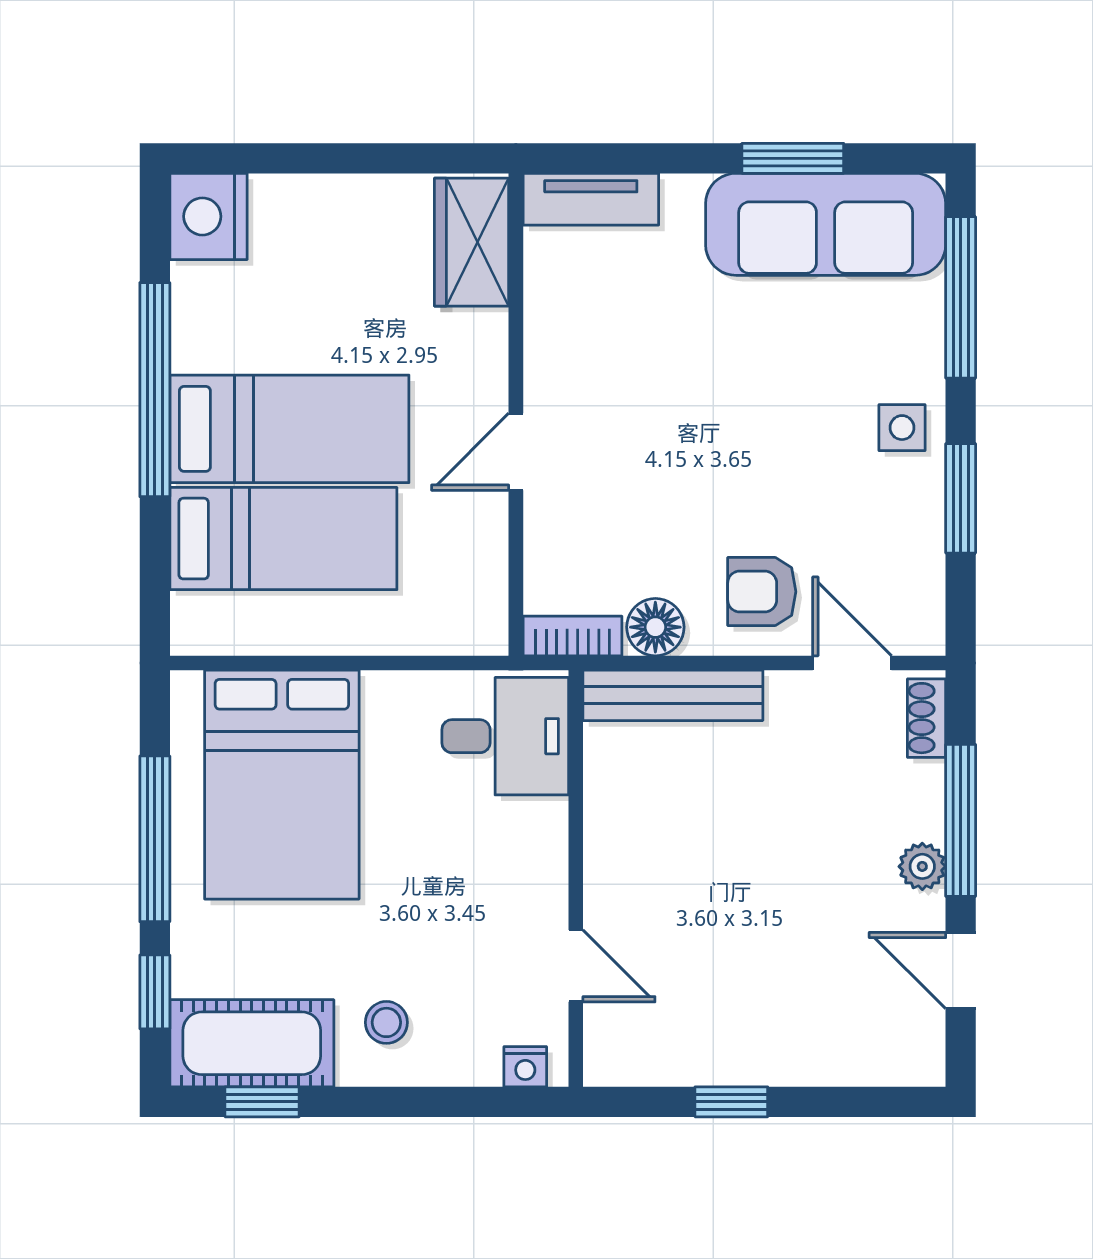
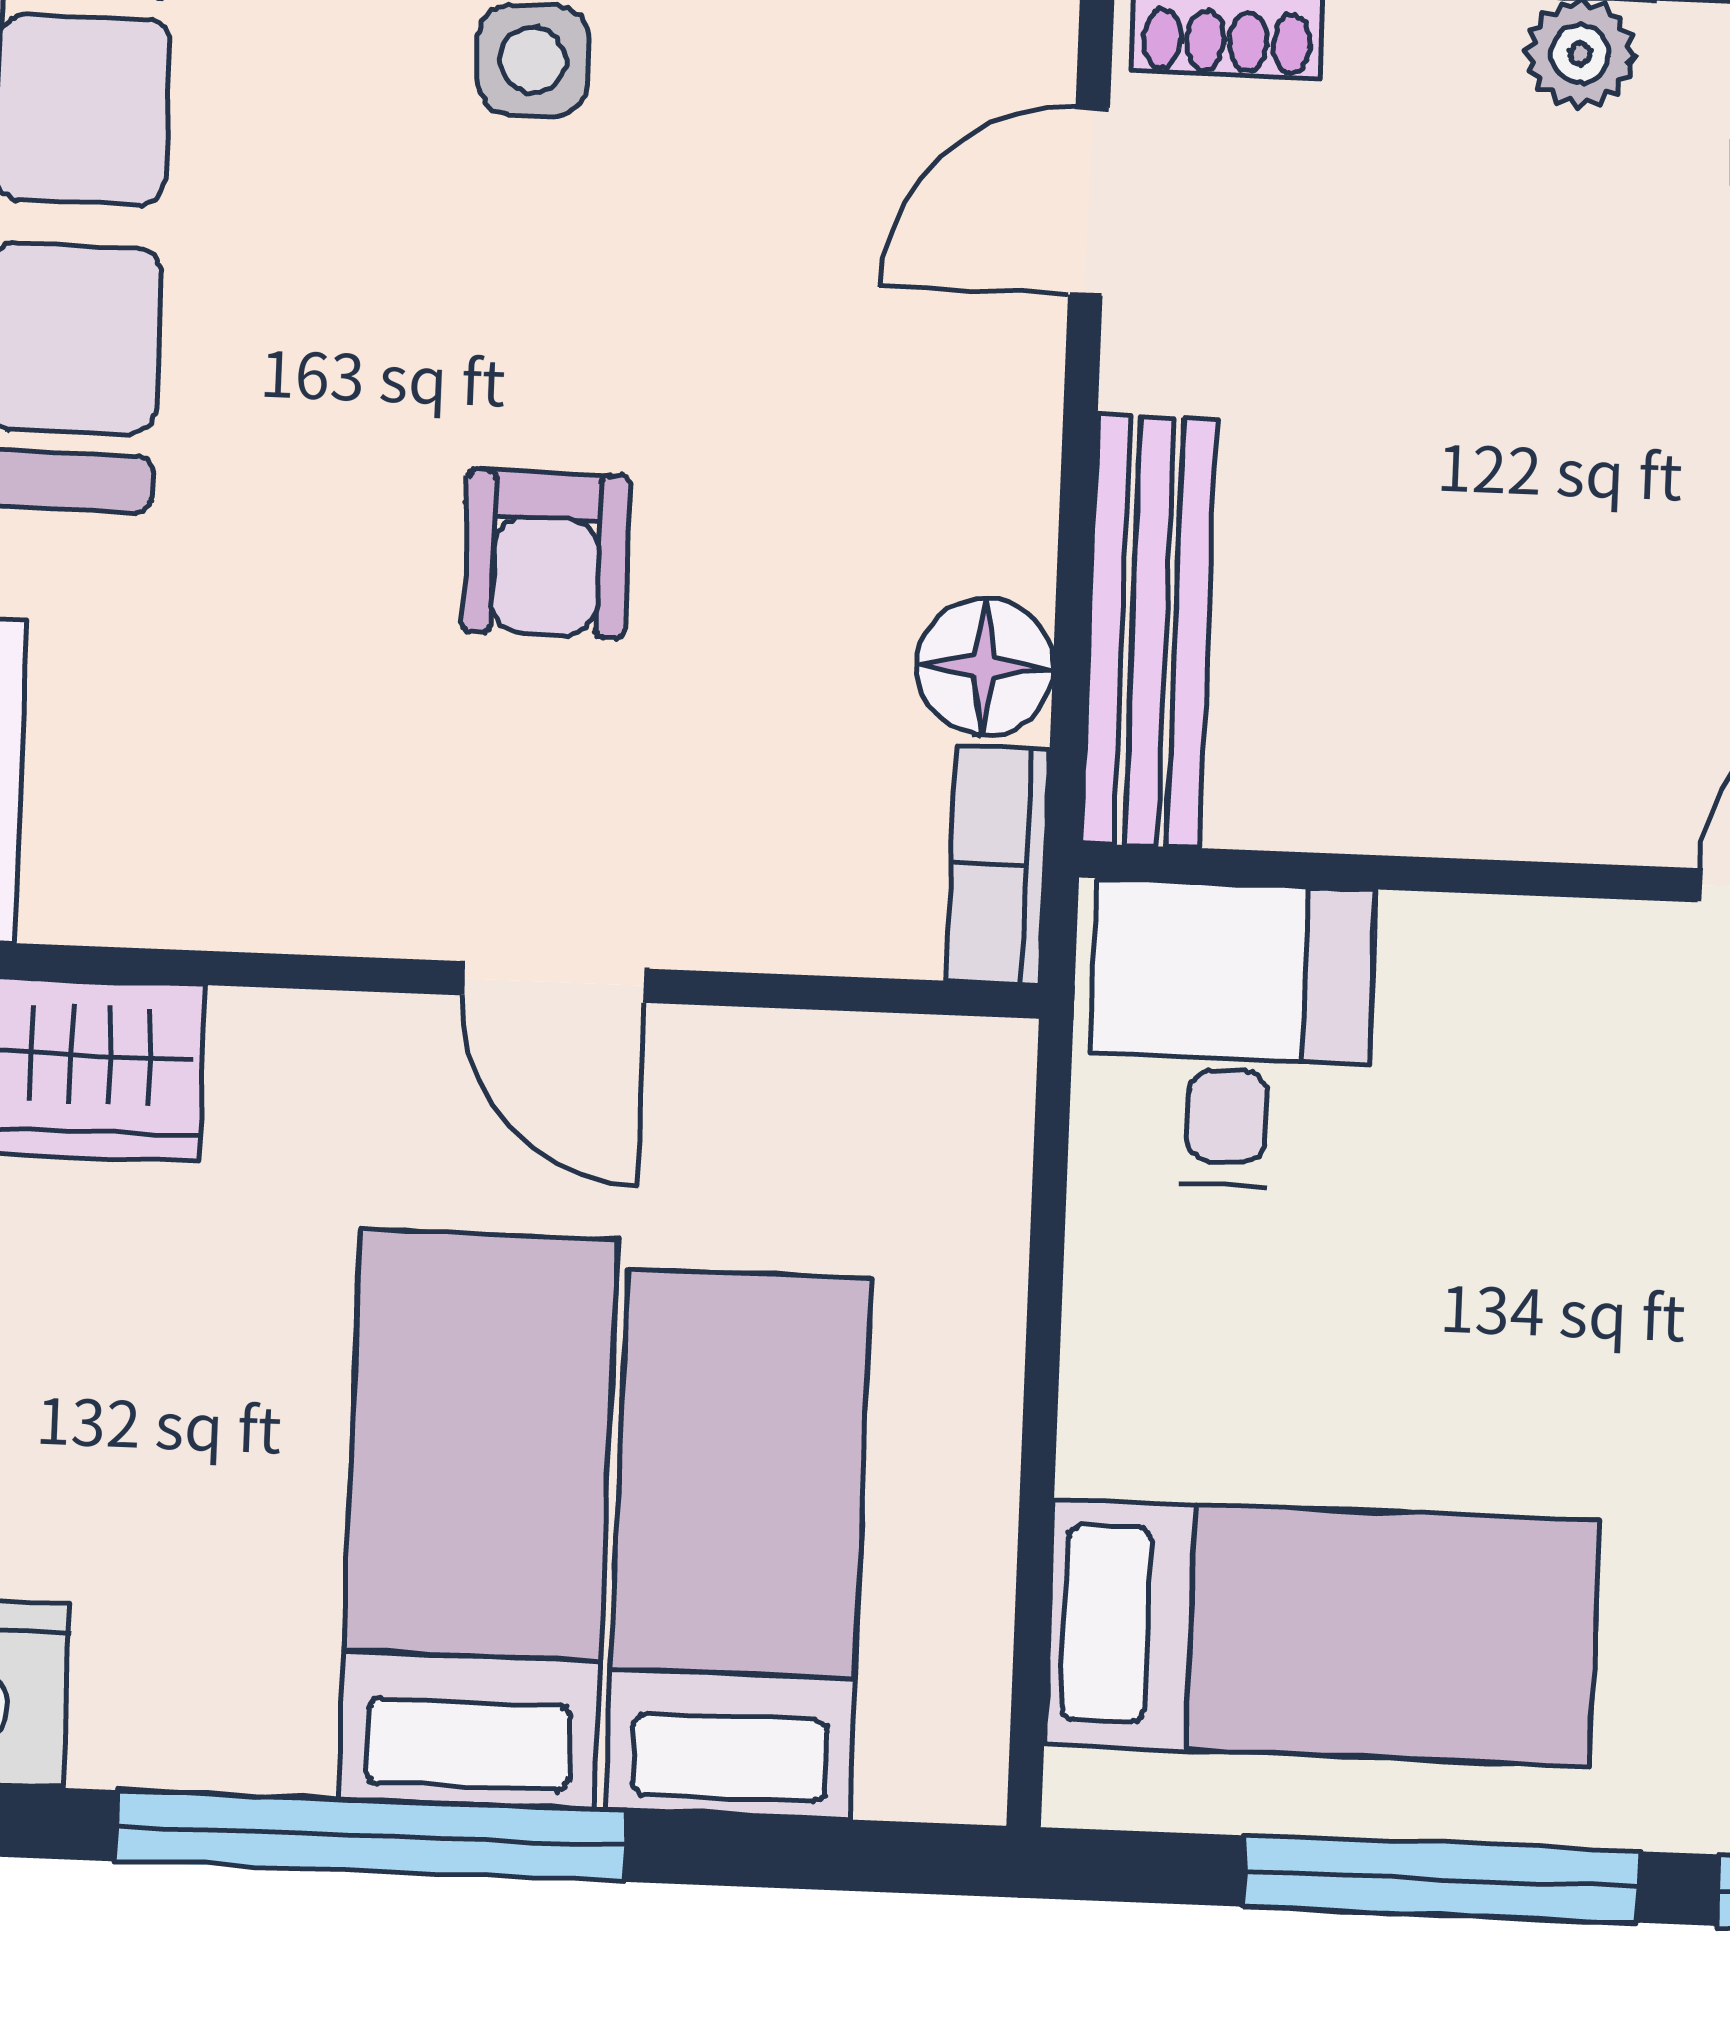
armchair: (762, 592) -> (546, 554), moved
bed: (282, 785) -> (1322, 1633), width x0.67

